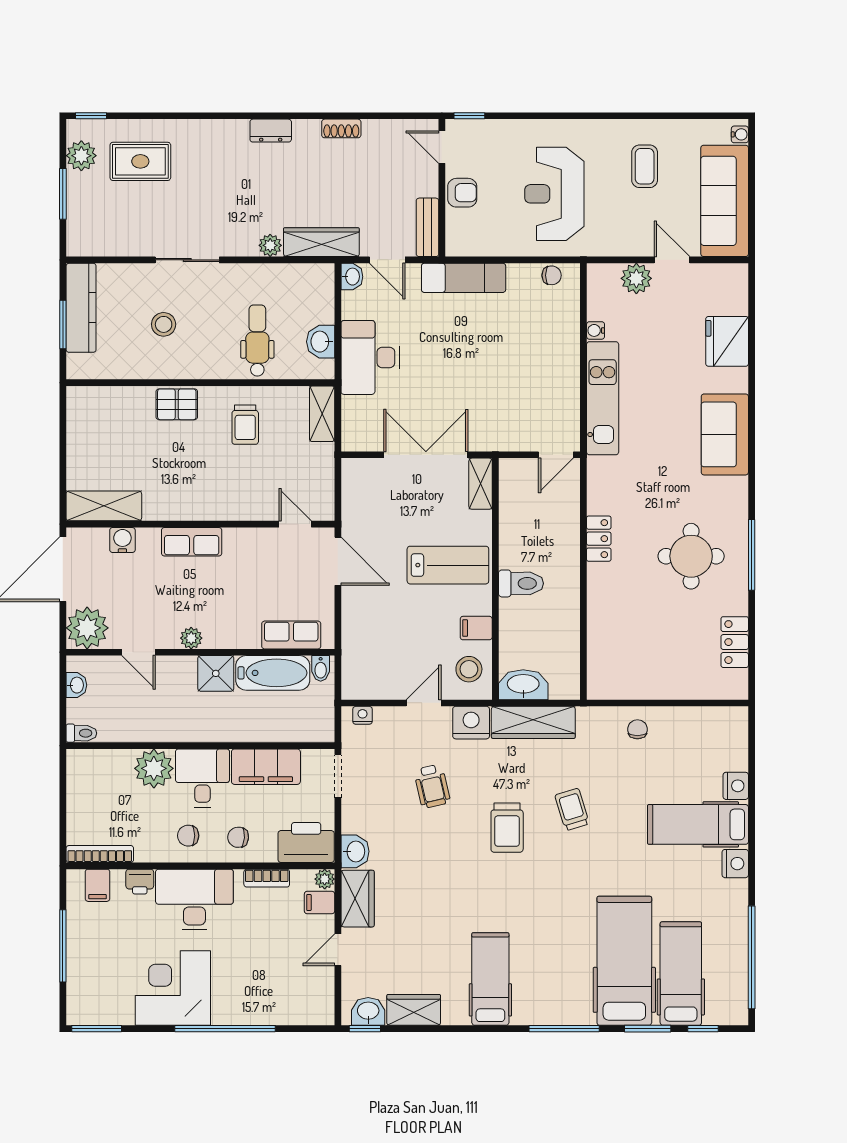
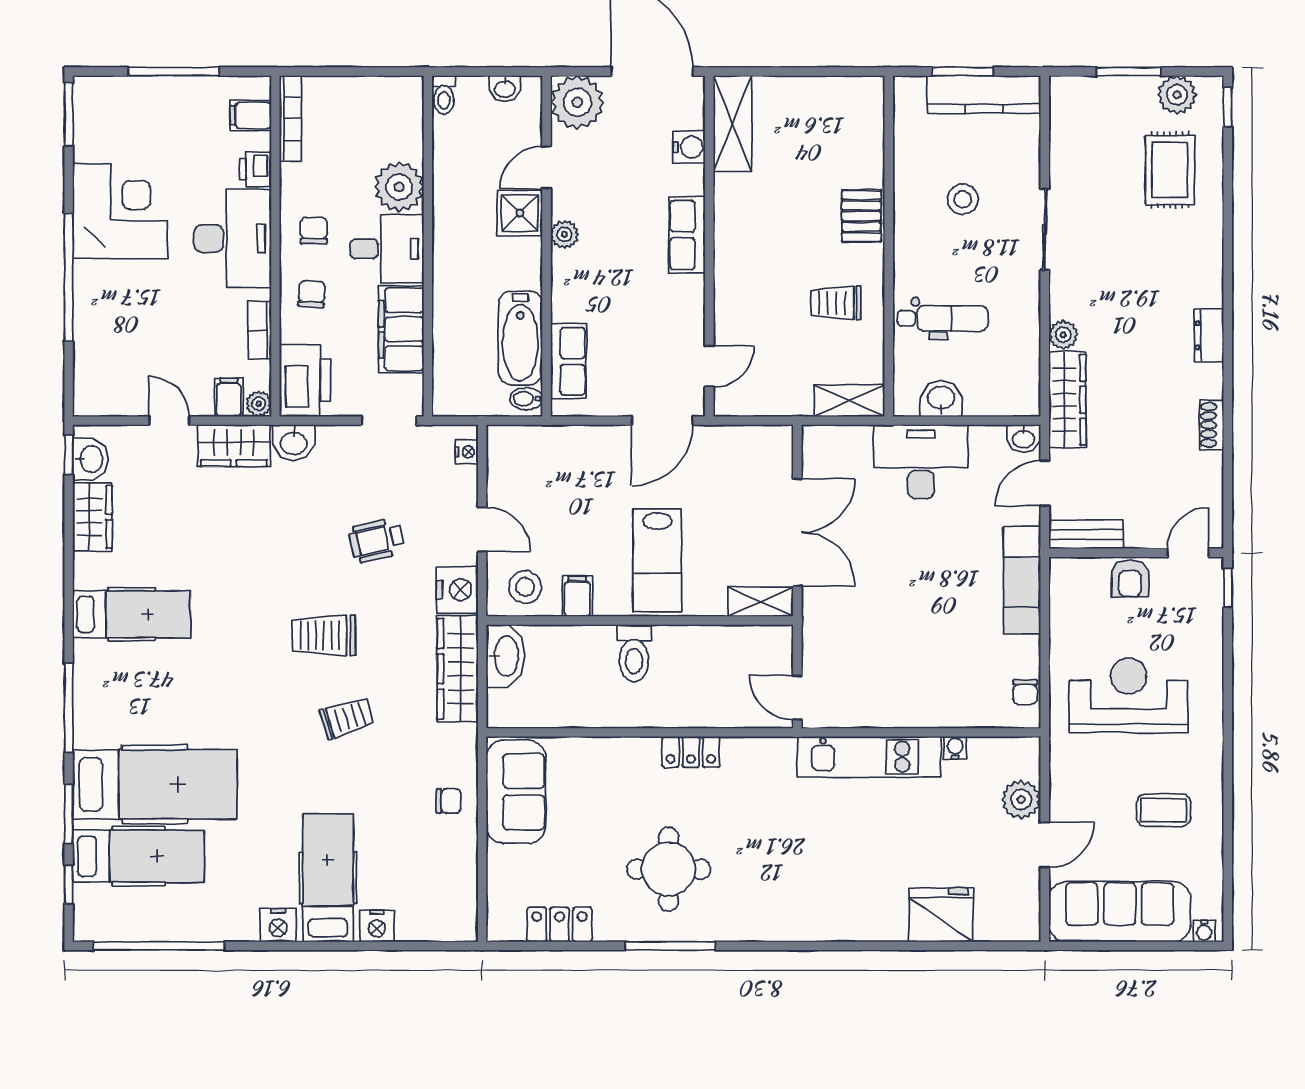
sofa: (725, 434) -> (516, 792), moved, turned 90
shower: (216, 673) -> (520, 213), moved

